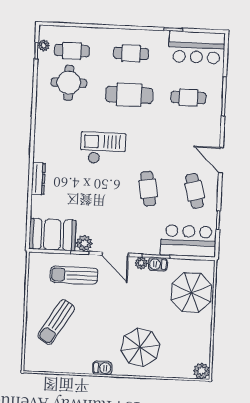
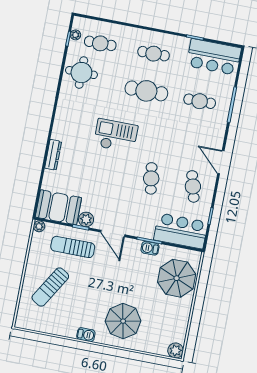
round table: (69, 83) -> (81, 73), moved
plant: (141, 263) -> (39, 226), moved

